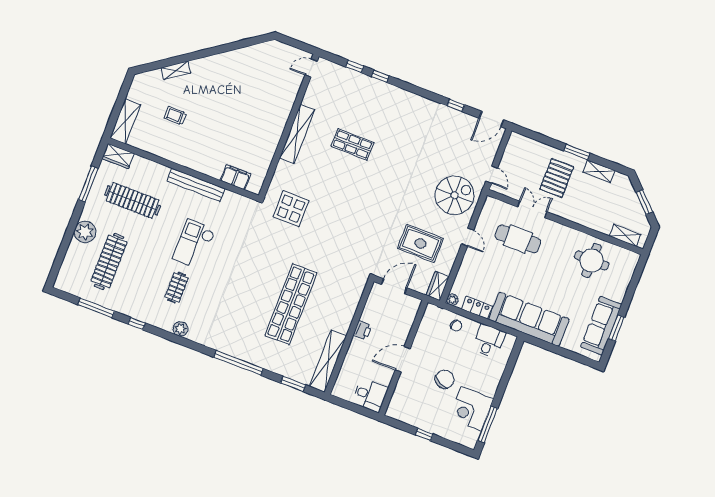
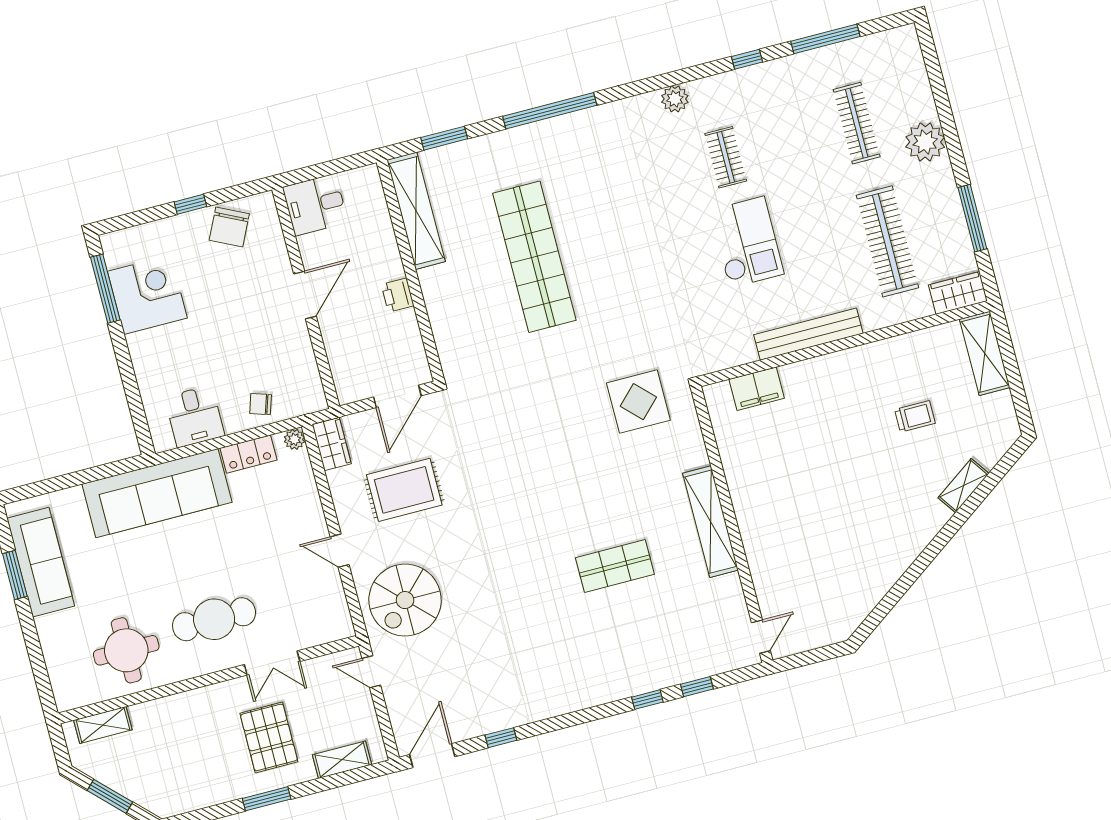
shelving: (599, 171) -> (342, 760), moved
clothes rail: (133, 200) -> (887, 241), turned 90
cafe table: (518, 239) -> (214, 619), moved
clothes rail: (109, 261) -> (857, 123), width x0.73, depth x0.76
chair: (445, 379) -> (229, 227), moved

